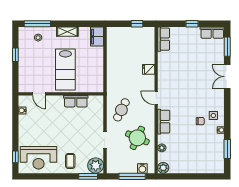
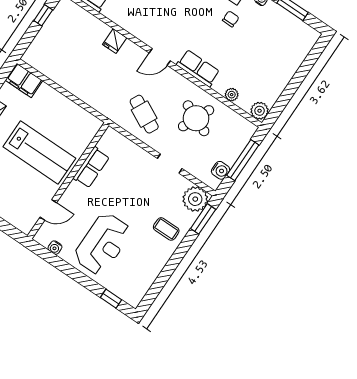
reception desk: (38, 158) -> (103, 244), moved
water cooler: (142, 168) -> (221, 170), moved

